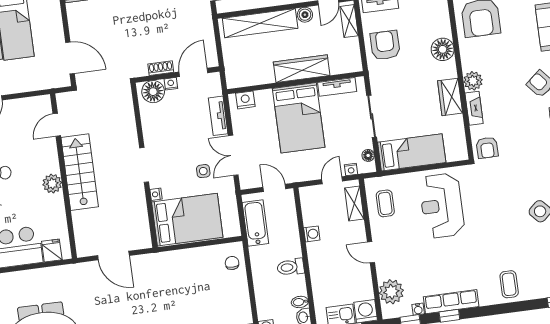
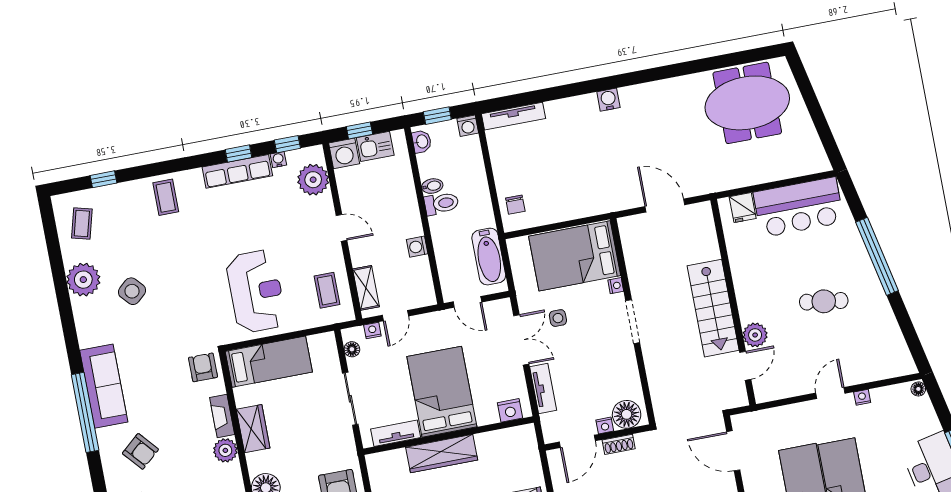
bed: (412, 152) -> (269, 362), moved, turned 180
plant: (52, 184) -> (755, 335), moved
bidet: (300, 302) -> (432, 186), moved

